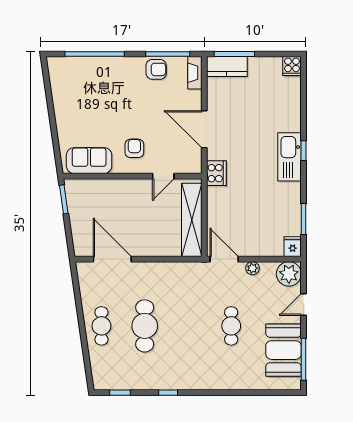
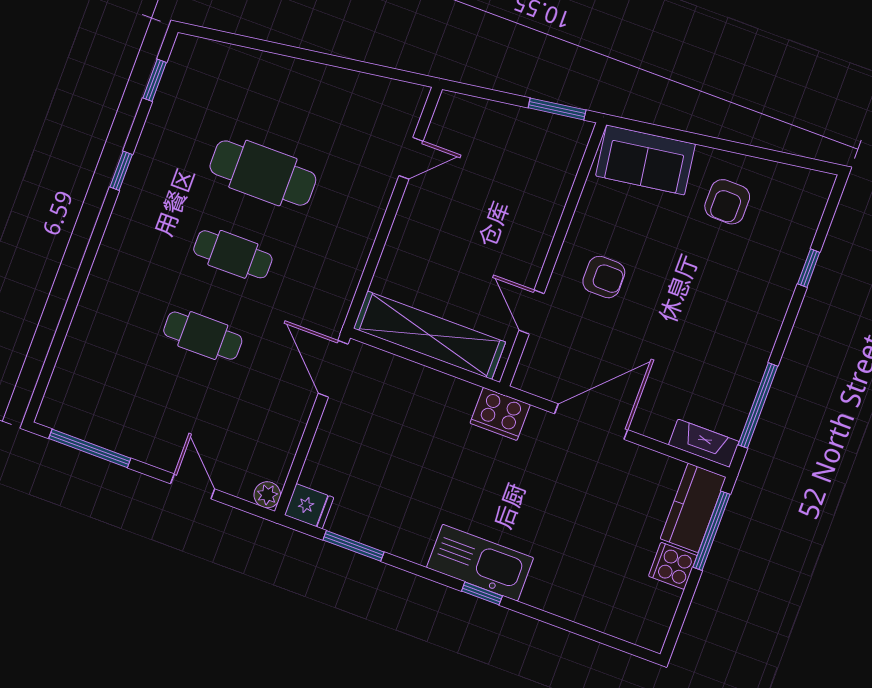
window: (95, 54) -> (809, 268), width x0.32
cooker: (292, 66) -> (673, 566), moved
armchair: (156, 69) -> (727, 202), moved
sofa: (89, 161) -> (646, 160), moved, turned 82
door: (112, 259) -> (411, 158), width x0.53
door: (224, 259) -> (333, 369), swing flipped
plant: (252, 268) -> (296, 416), removed
plant: (289, 274) -> (267, 495), width x0.53, depth x0.53
cafe table: (101, 326) -> (233, 254), moved
booth: (283, 350) -> (121, 417), removed

